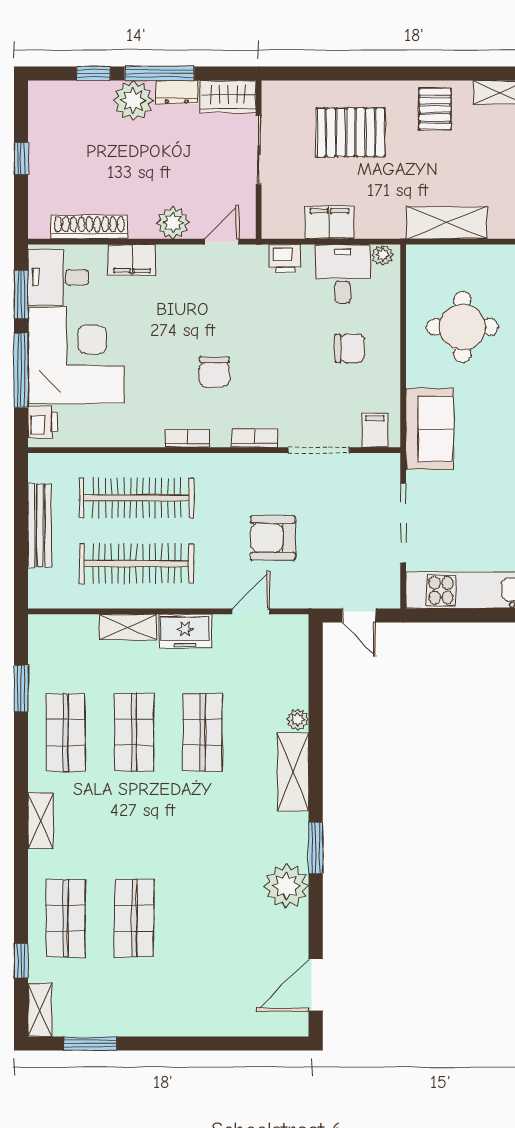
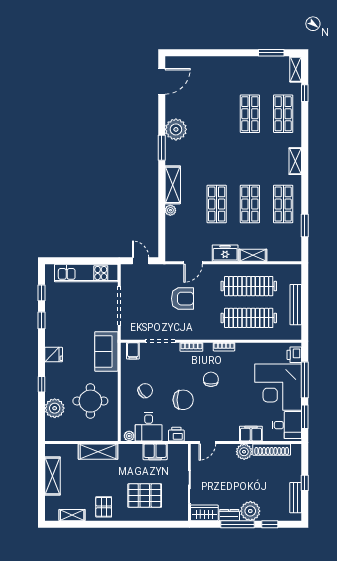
bench: (40, 128) -> (296, 498), added
plant: (173, 223) -> (244, 452), moved
chair: (271, 329) -> (183, 400), added
chair: (350, 348) -> (145, 391), turned 143

